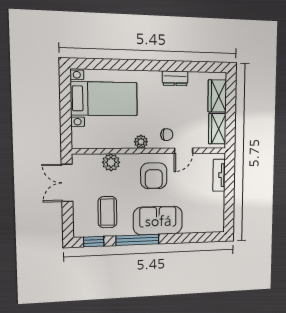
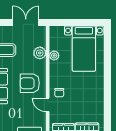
dresser: (175, 78) -> (99, 98), removed
plant: (141, 142) -> (54, 56), moved

